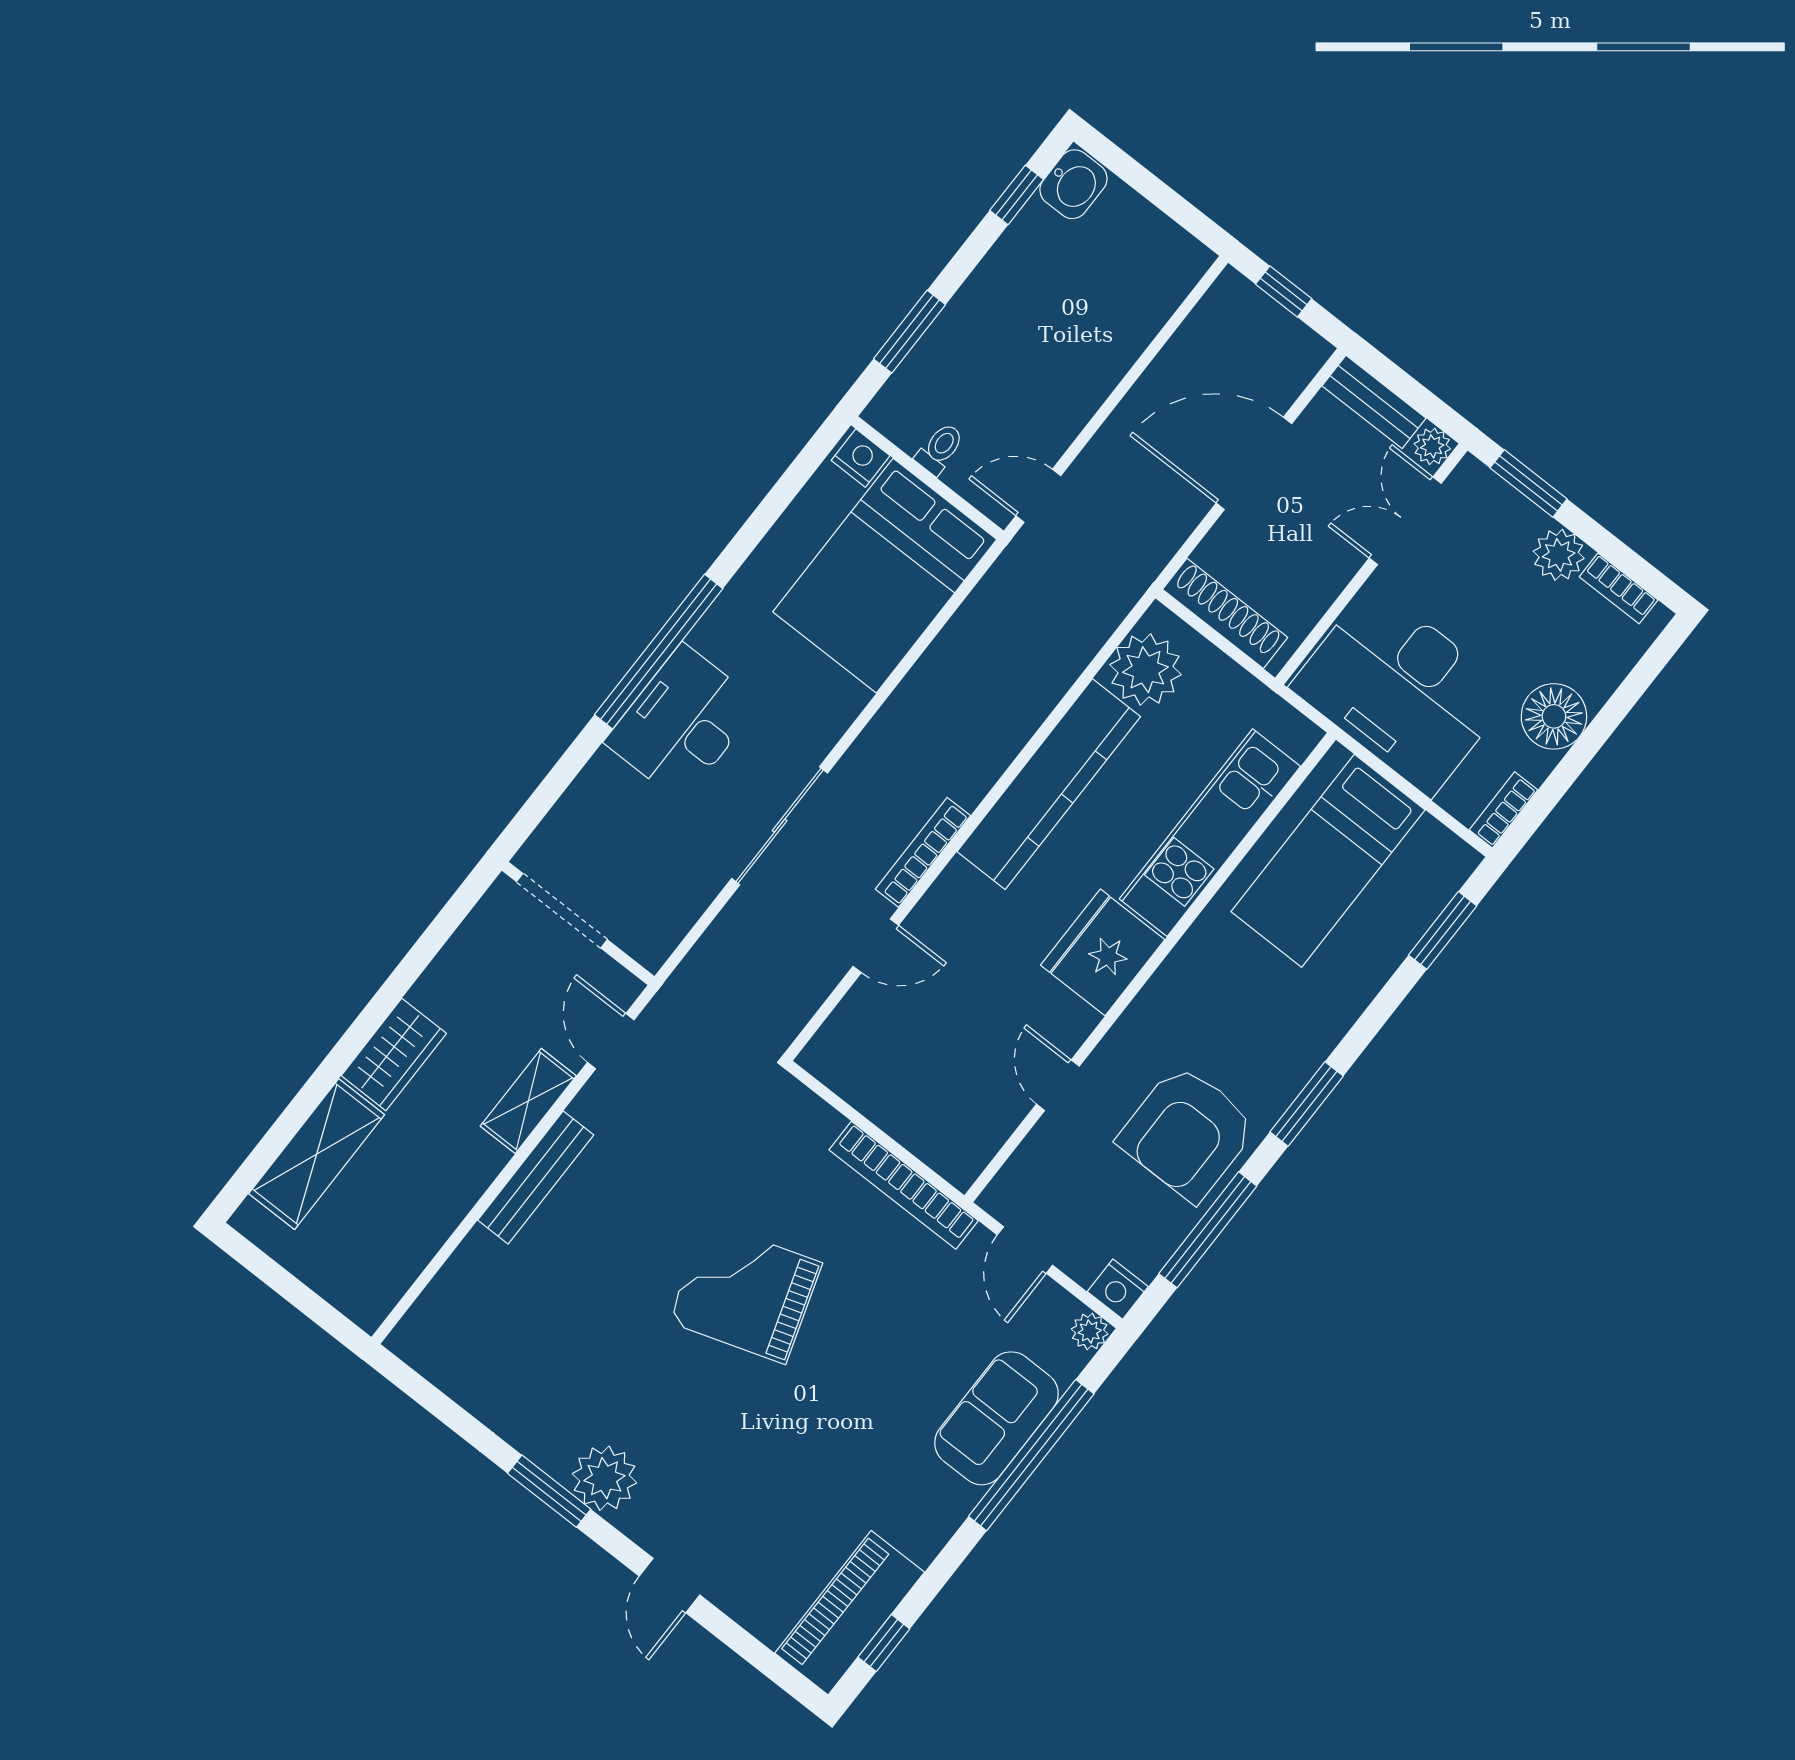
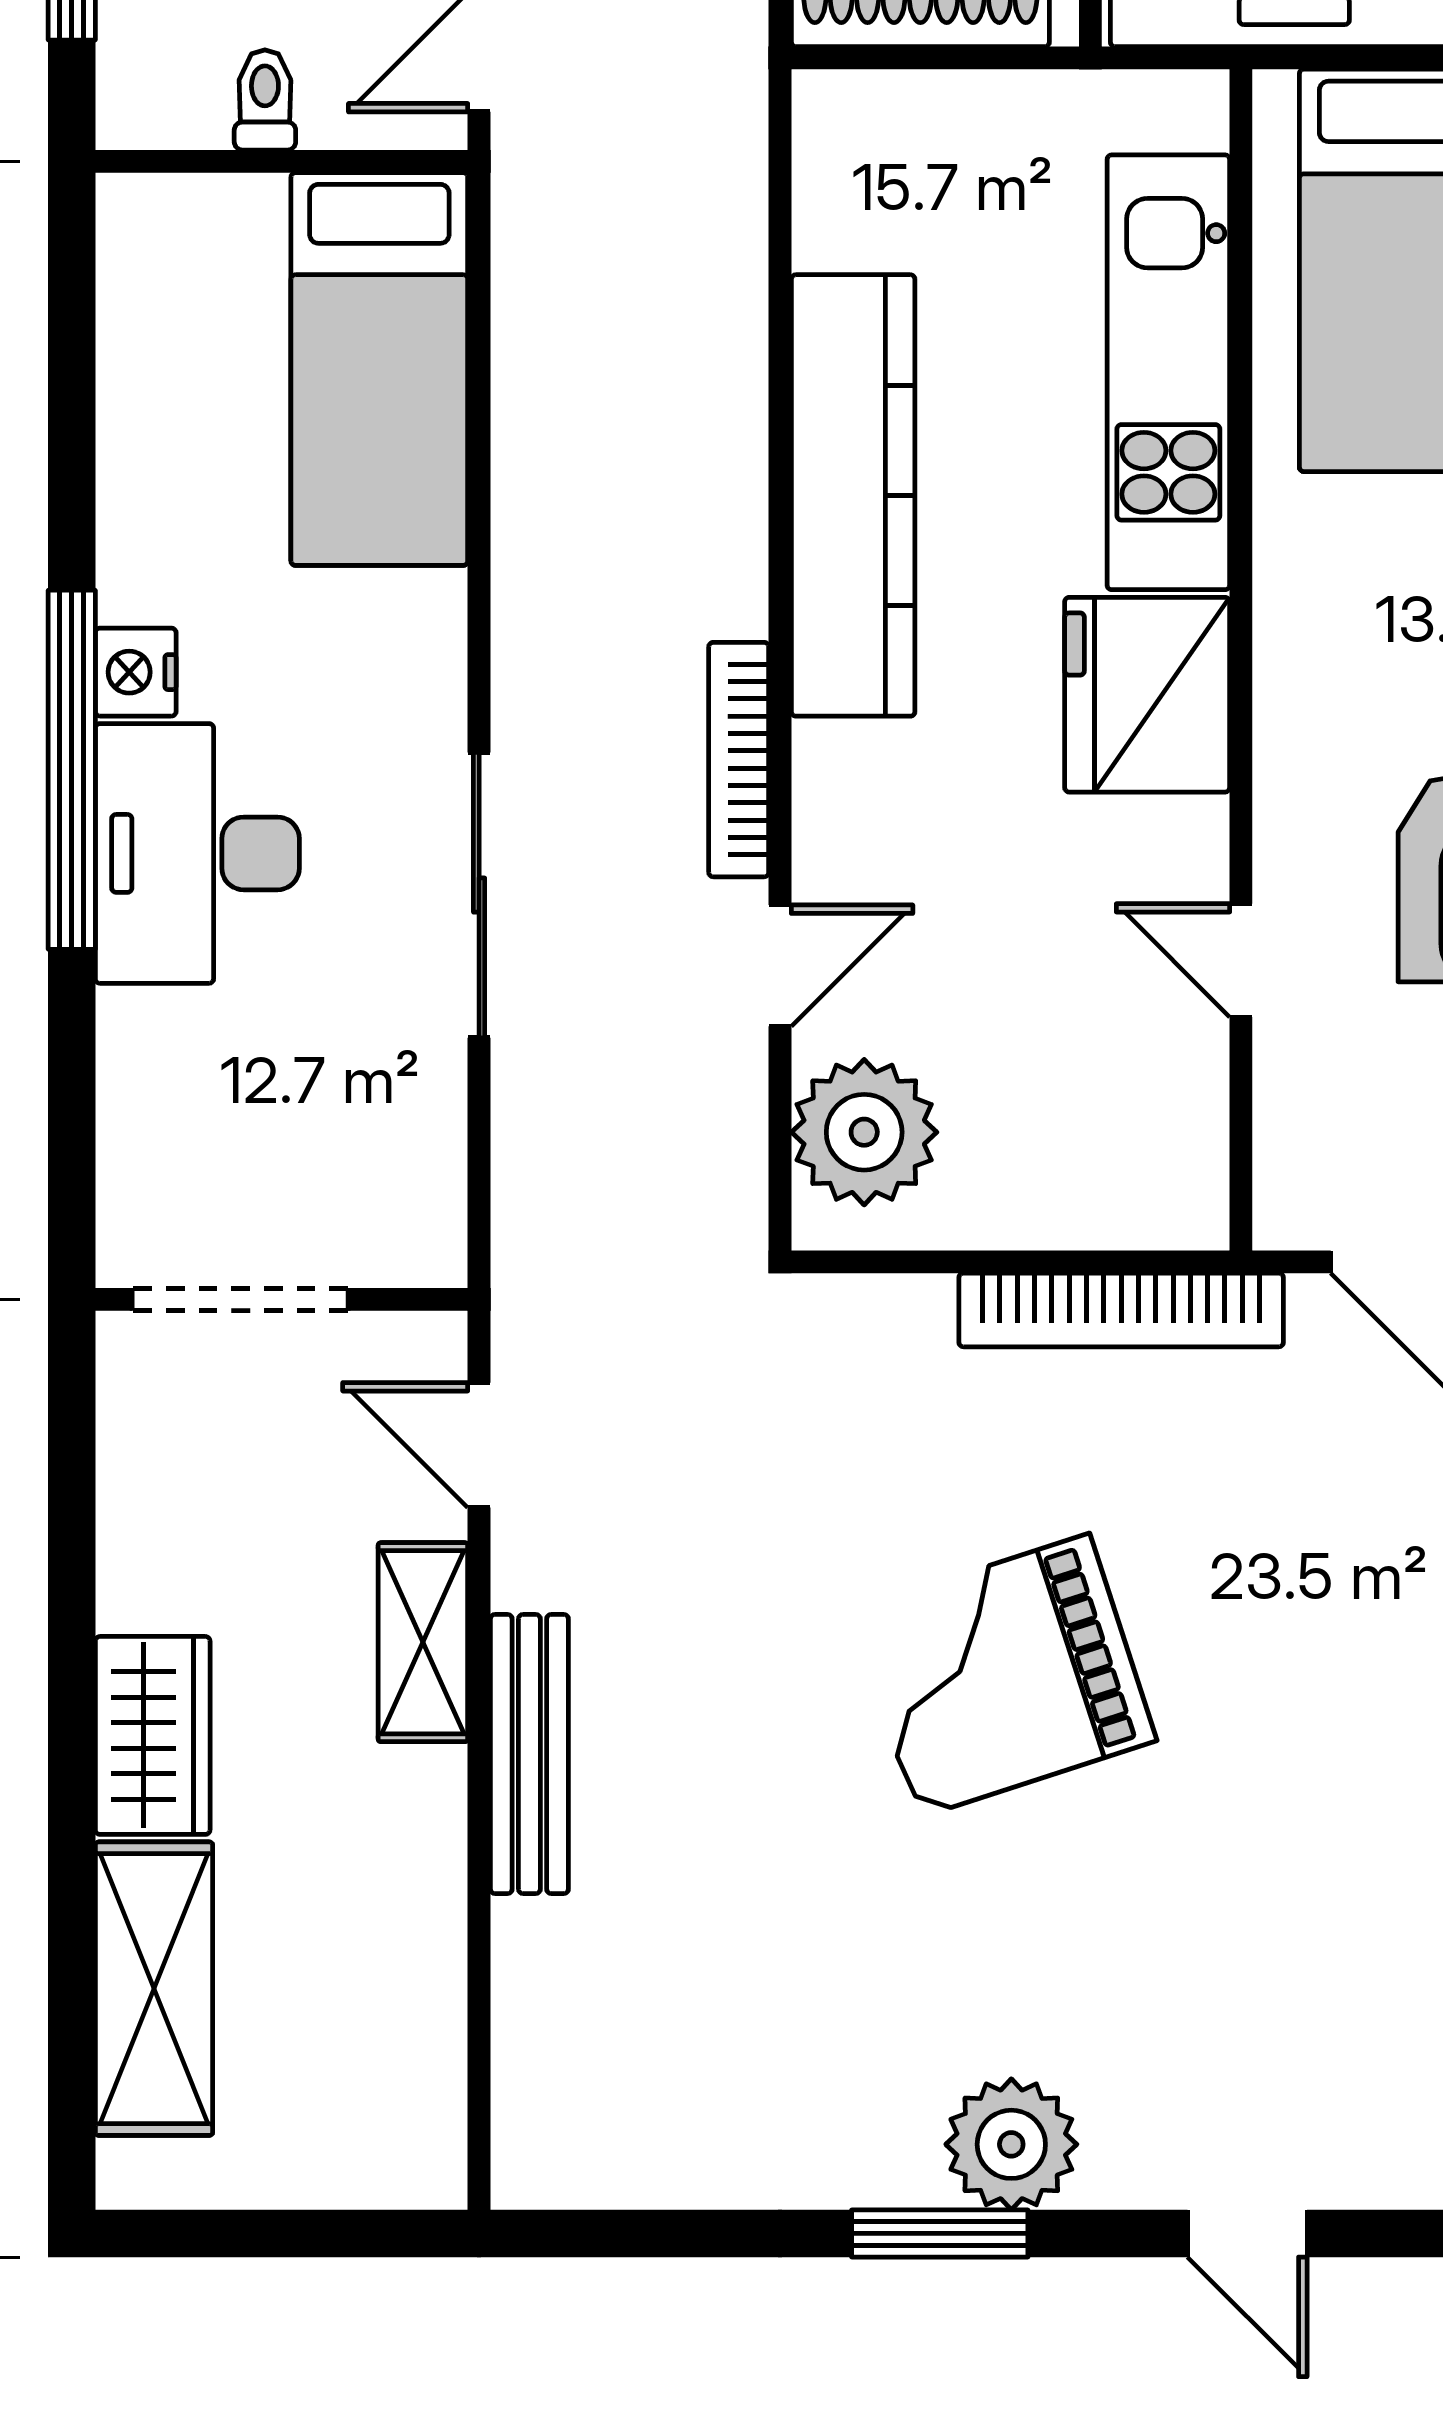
nightstand: (861, 458) -> (136, 672), moved, turned -90
bed: (885, 576) -> (379, 369), width x0.67
plant: (1145, 670) -> (864, 1132), moved

